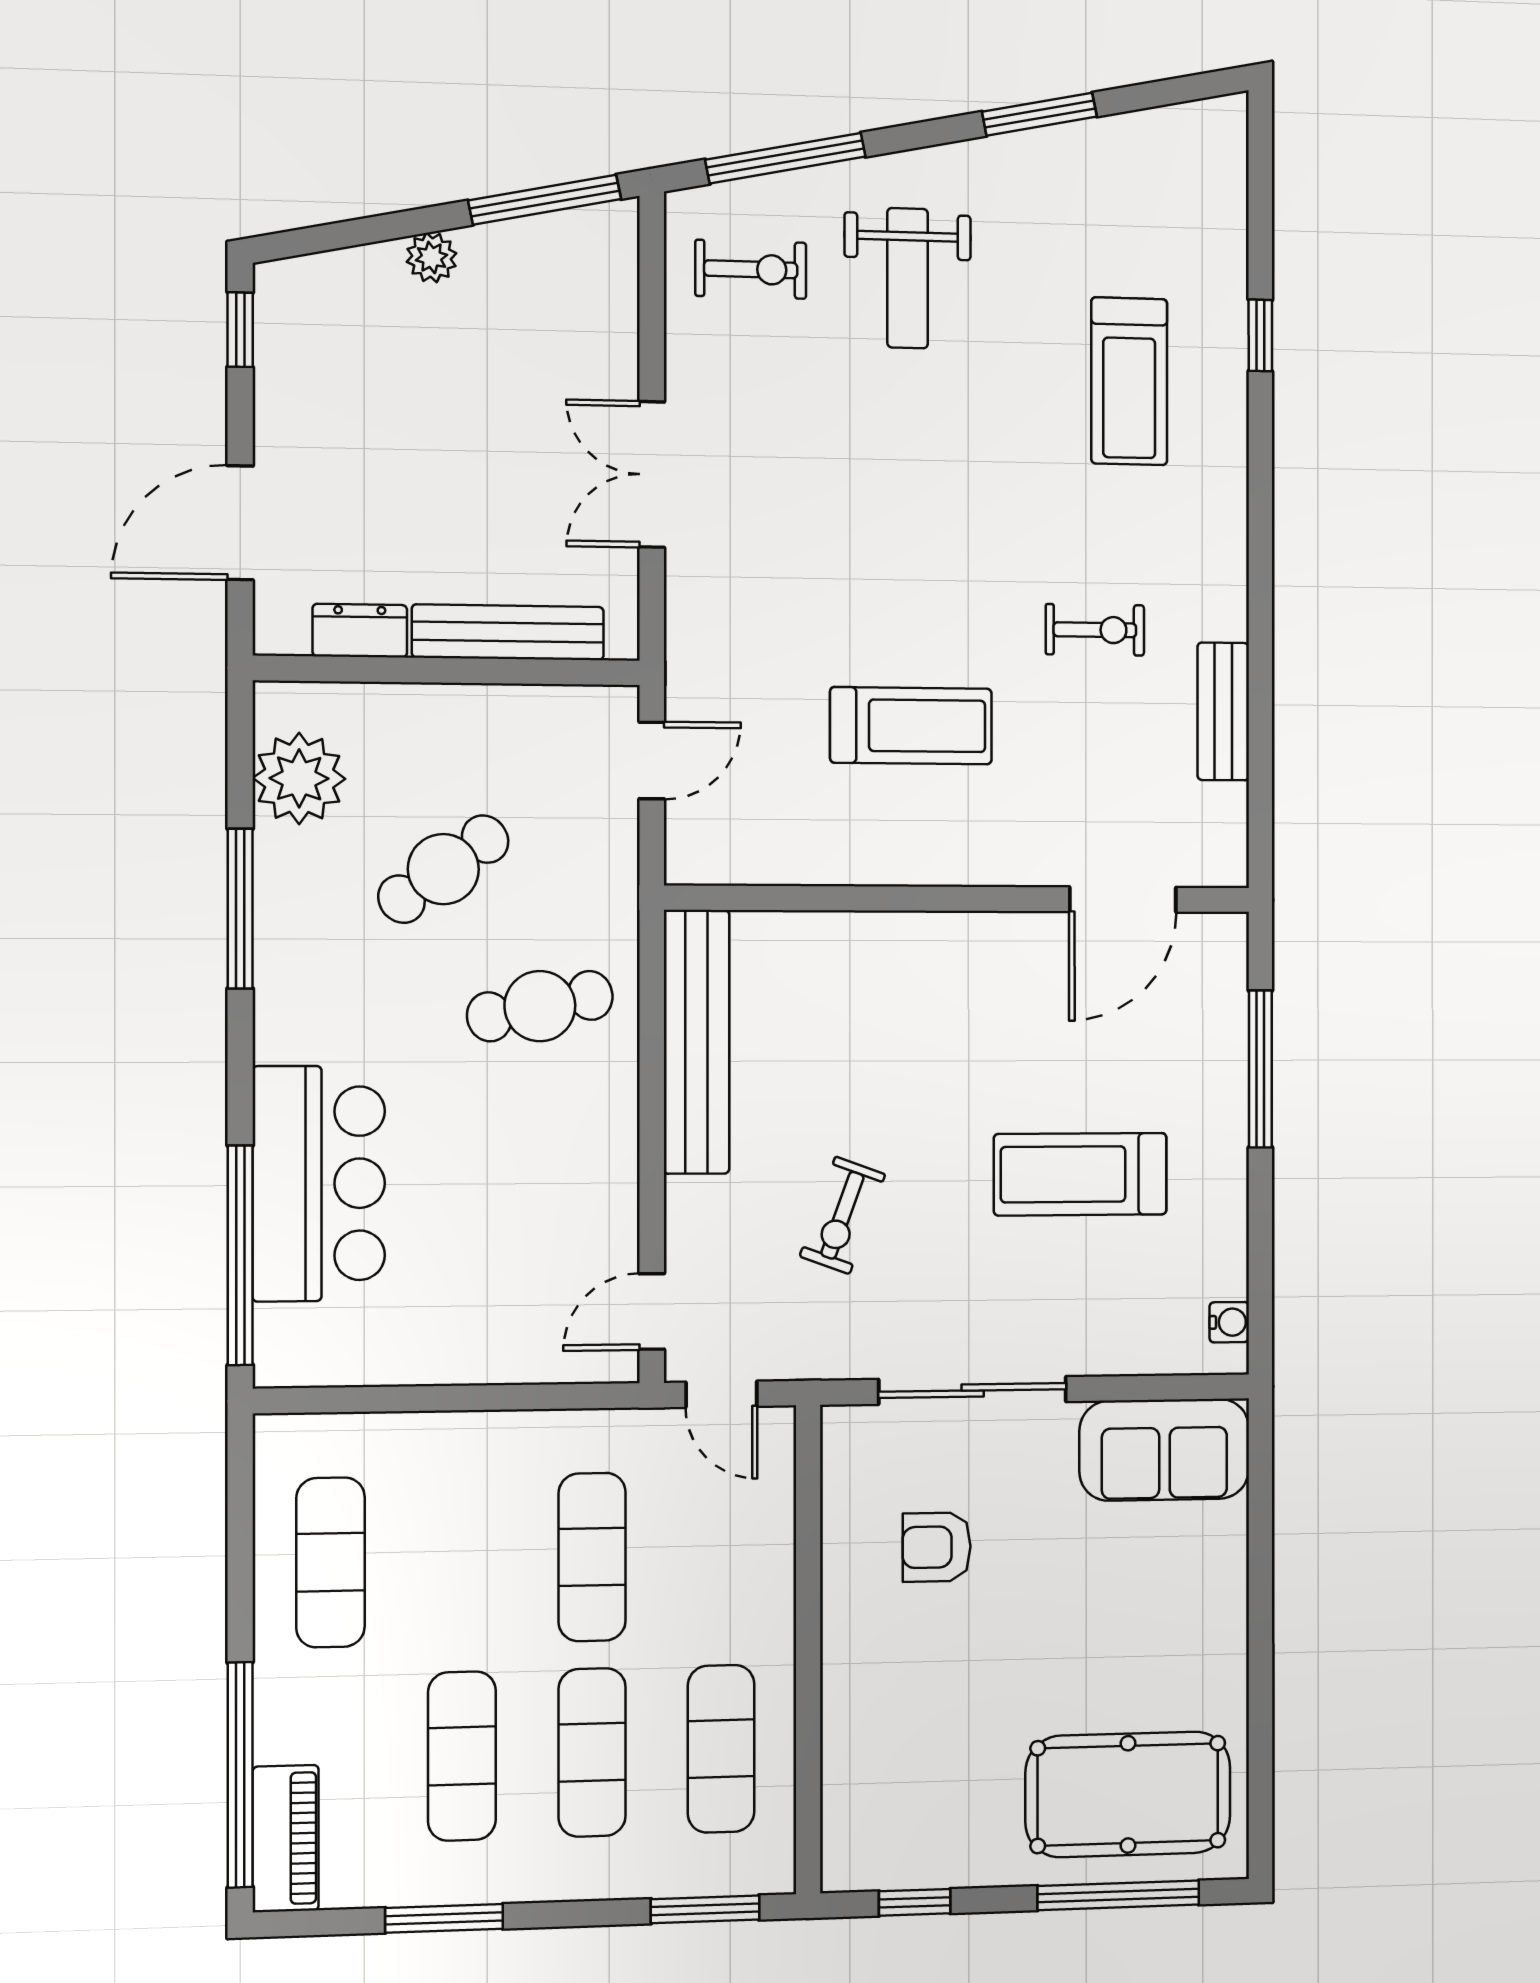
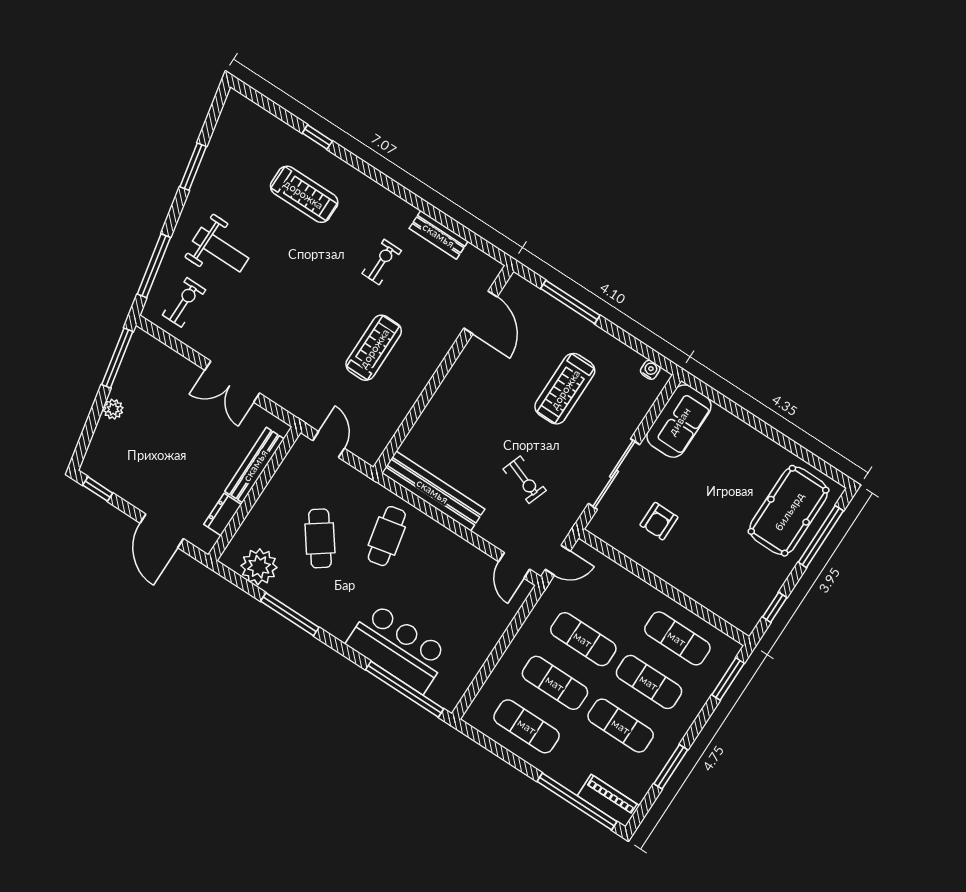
exercise mat: (462, 1560) -> (555, 683), added

